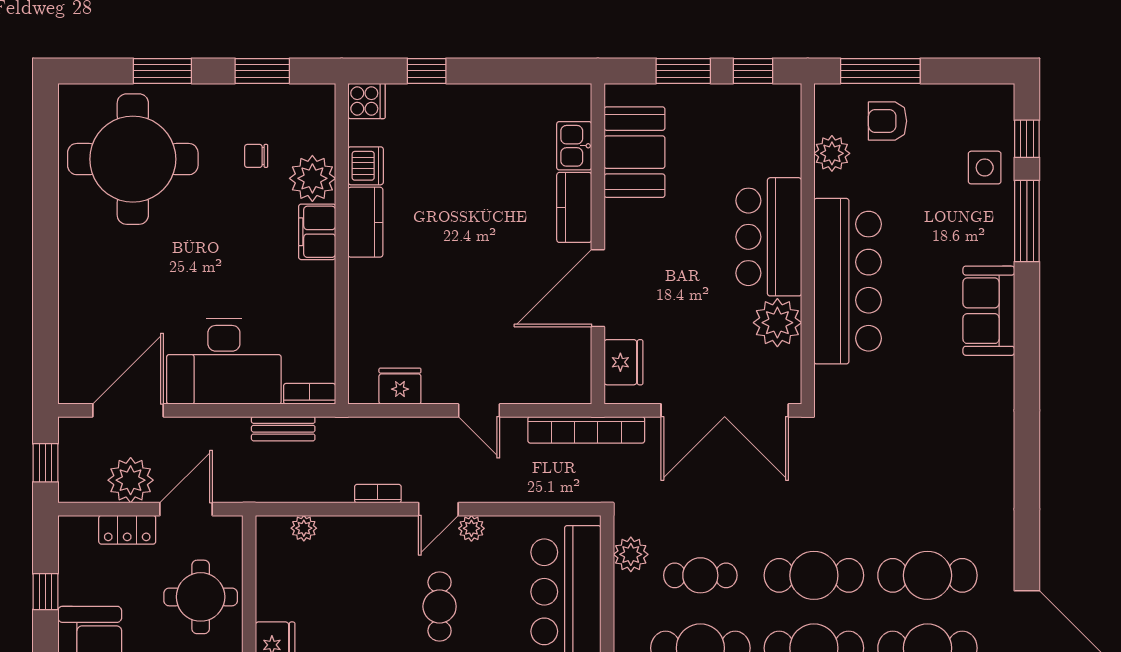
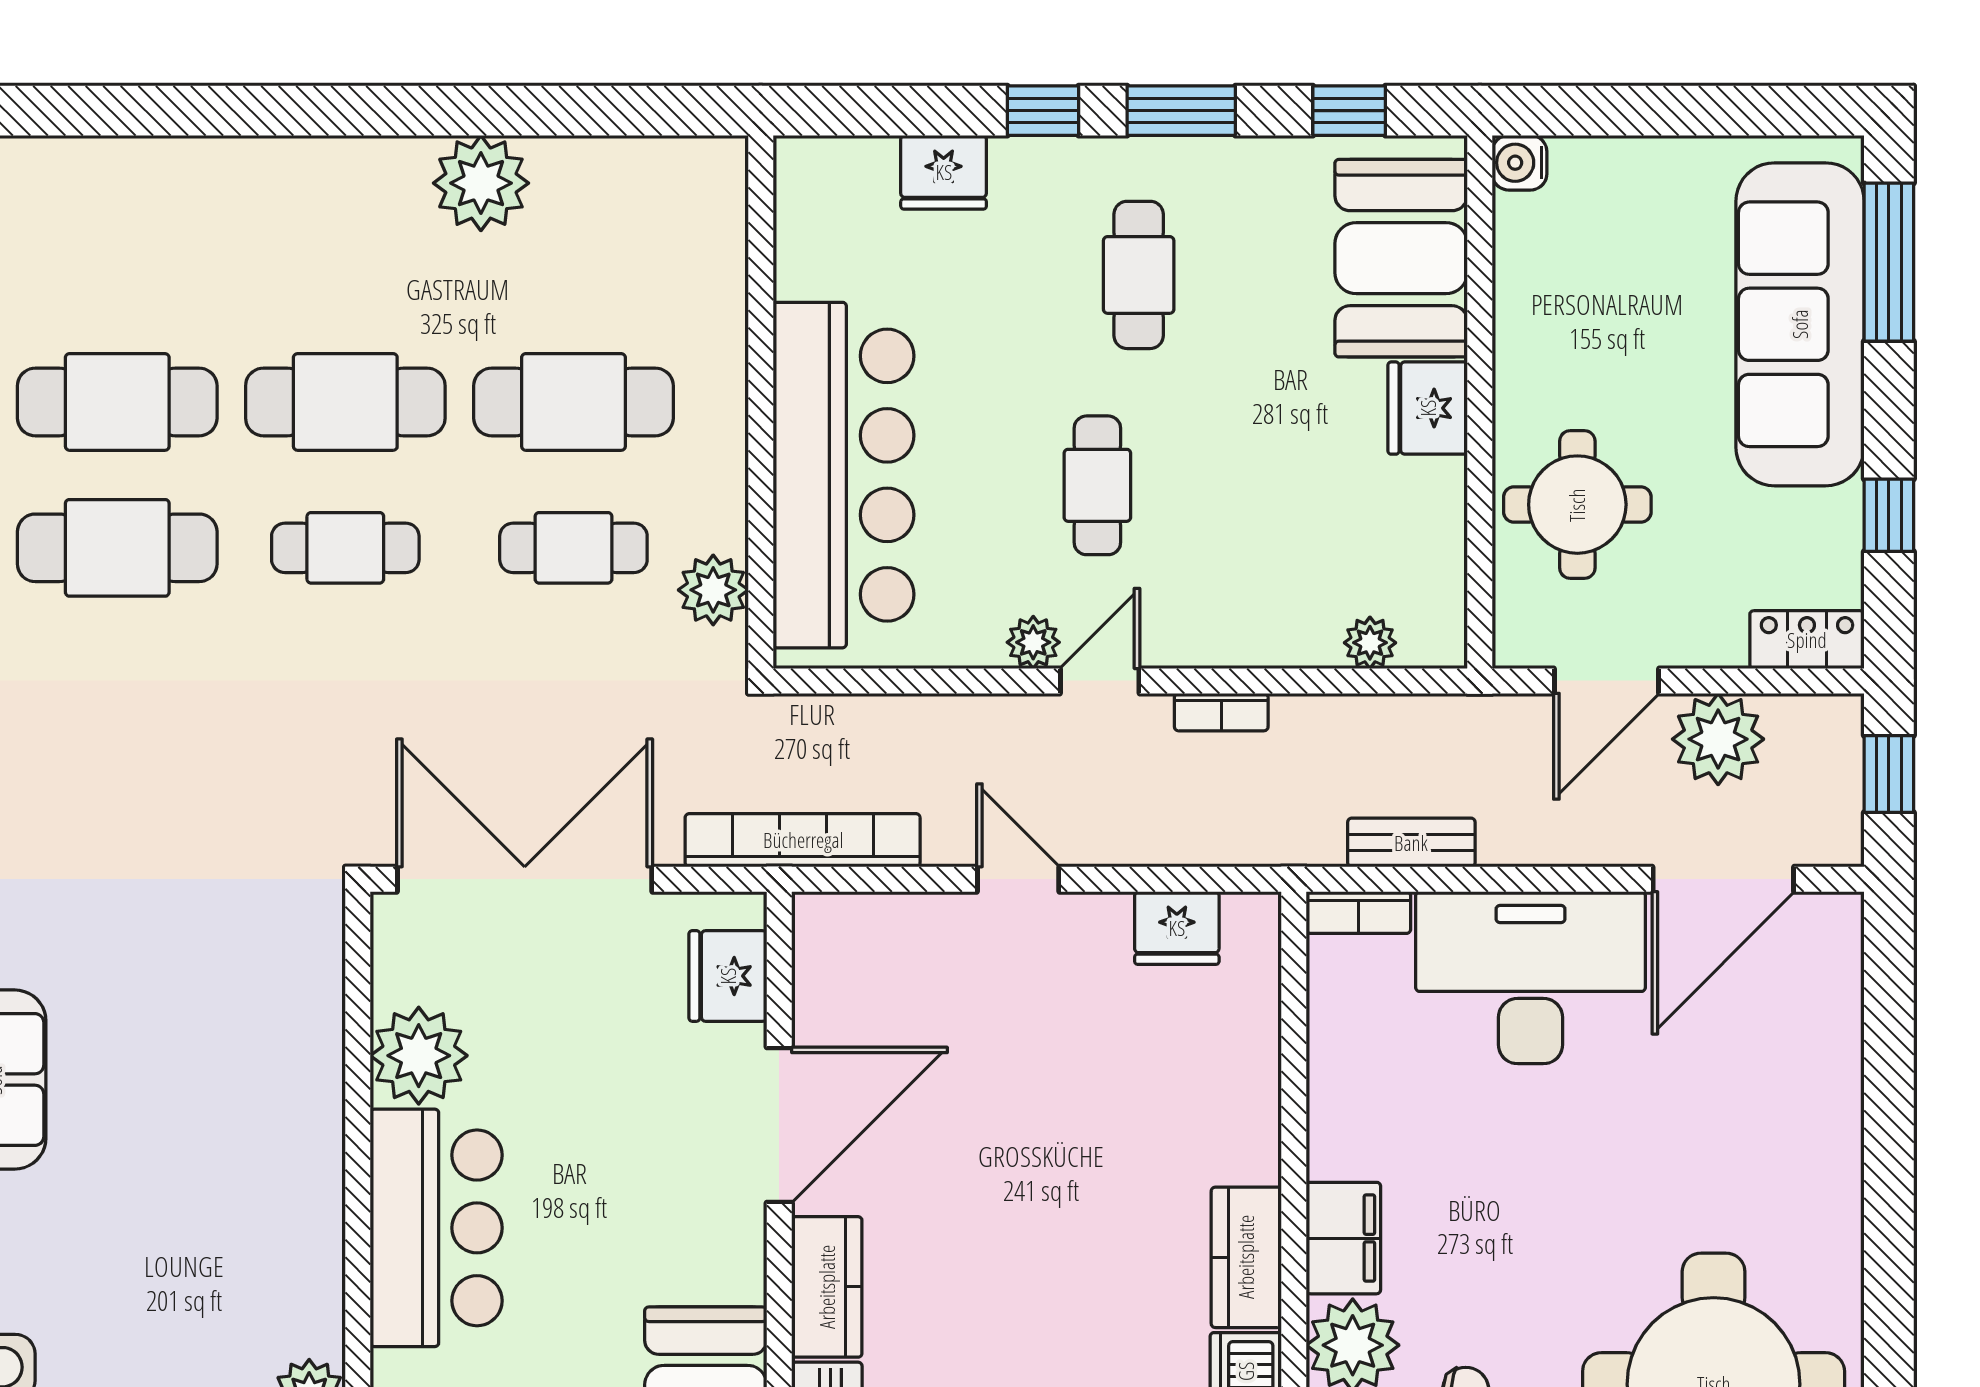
bar counter: (848, 281) -> (278, 1139), removed
locker: (127, 530) -> (1807, 640), moved
cafe table: (814, 575) -> (345, 548), width x0.73, depth x0.74

